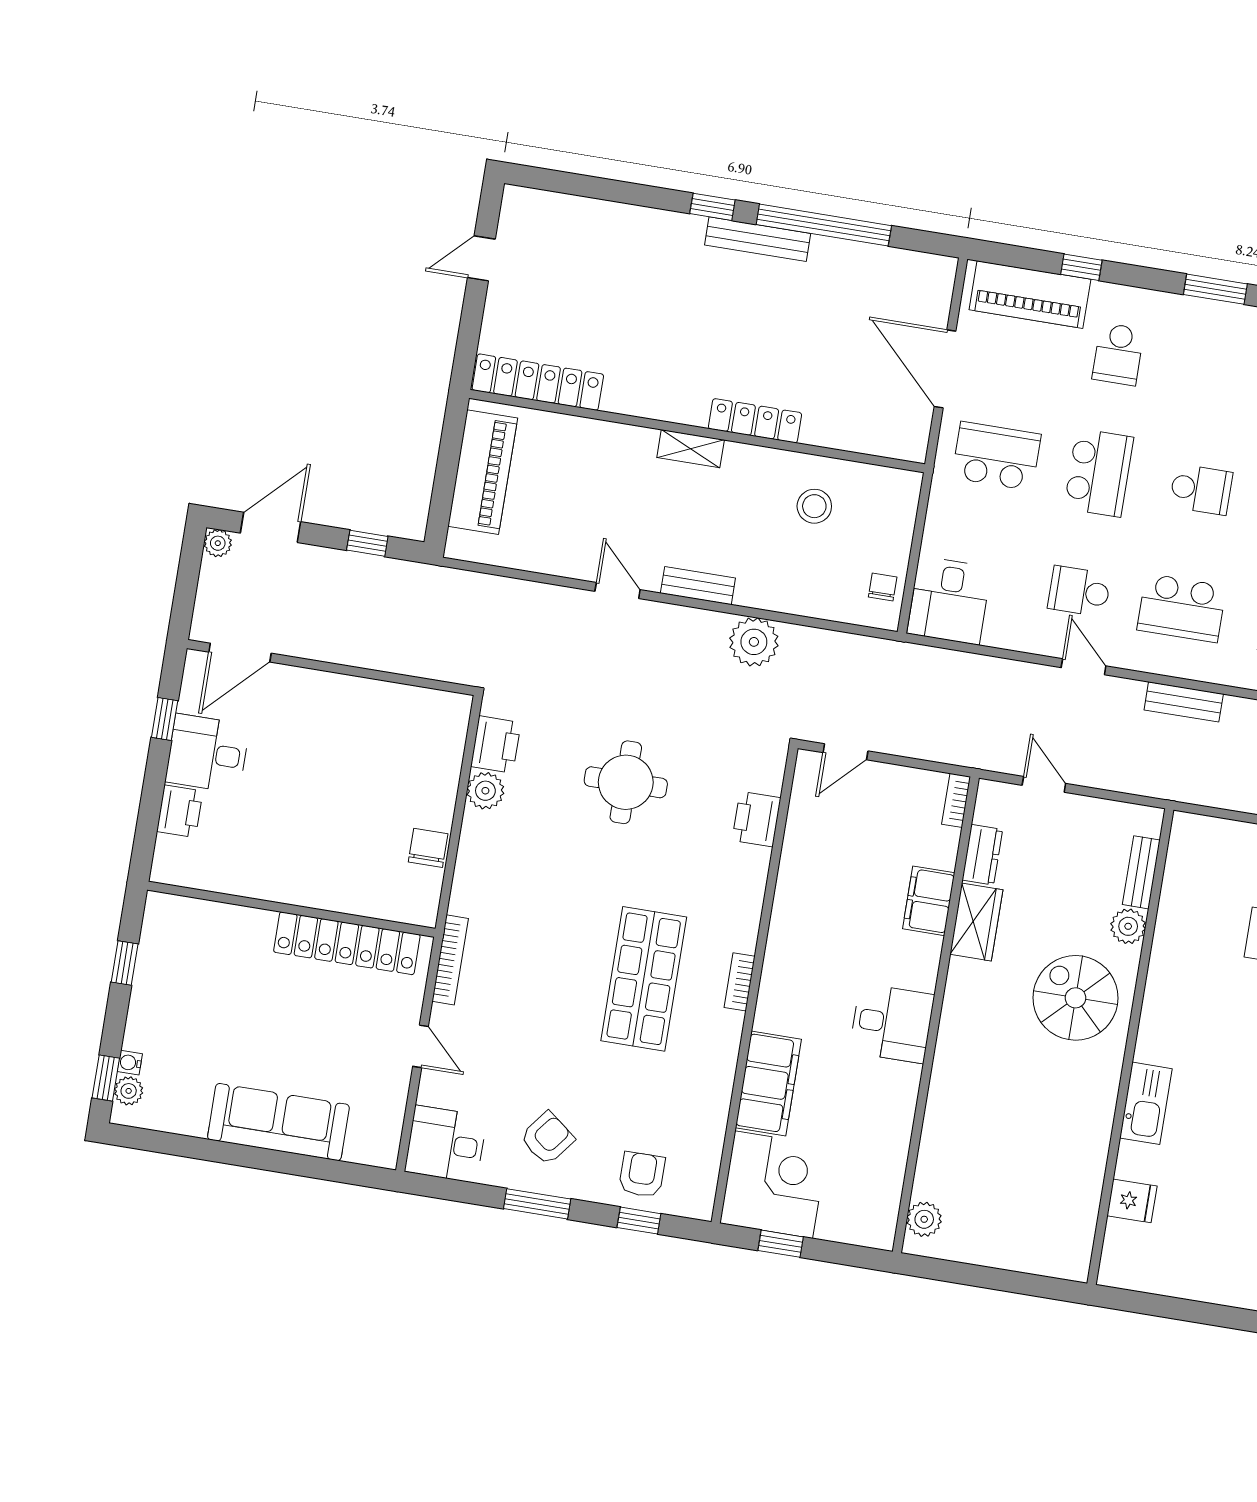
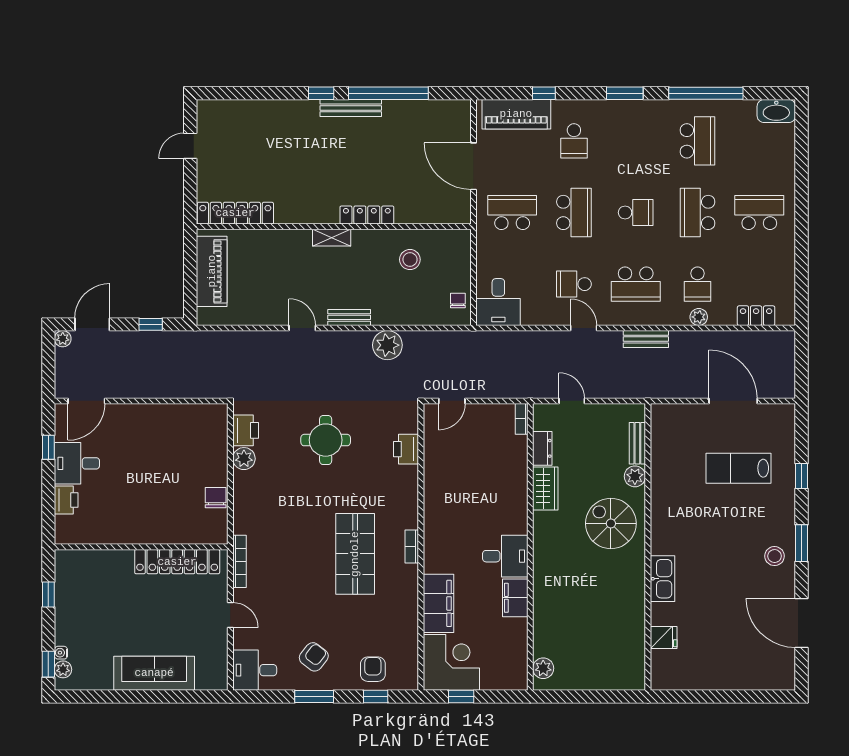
filing cabinet: (929, 901) -> (515, 598), moved

